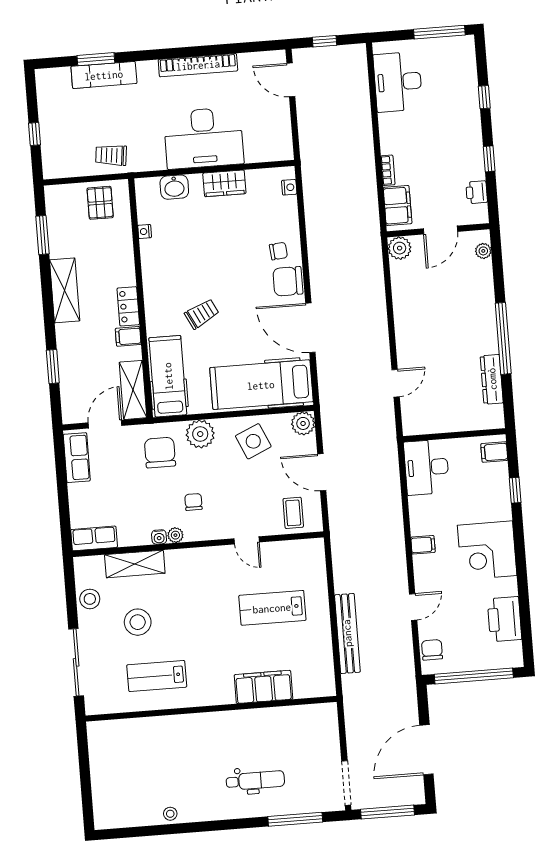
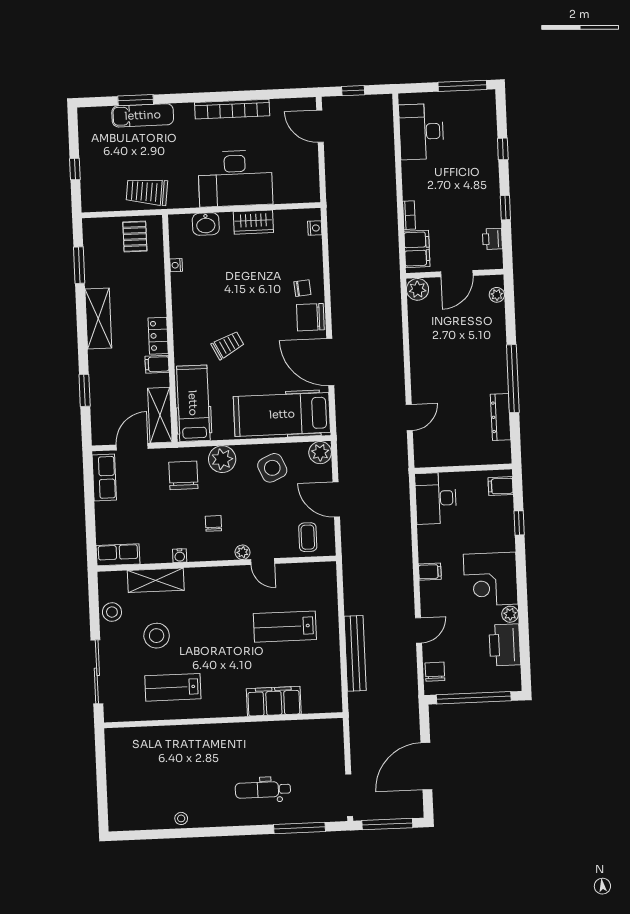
trolley: (111, 155) -> (147, 192), width x1.36, depth x1.39
plant: (175, 535) -> (242, 552), moved
plant: (509, 587) -> (510, 614), added
dental chair: (255, 780) -> (263, 790), turned 180

